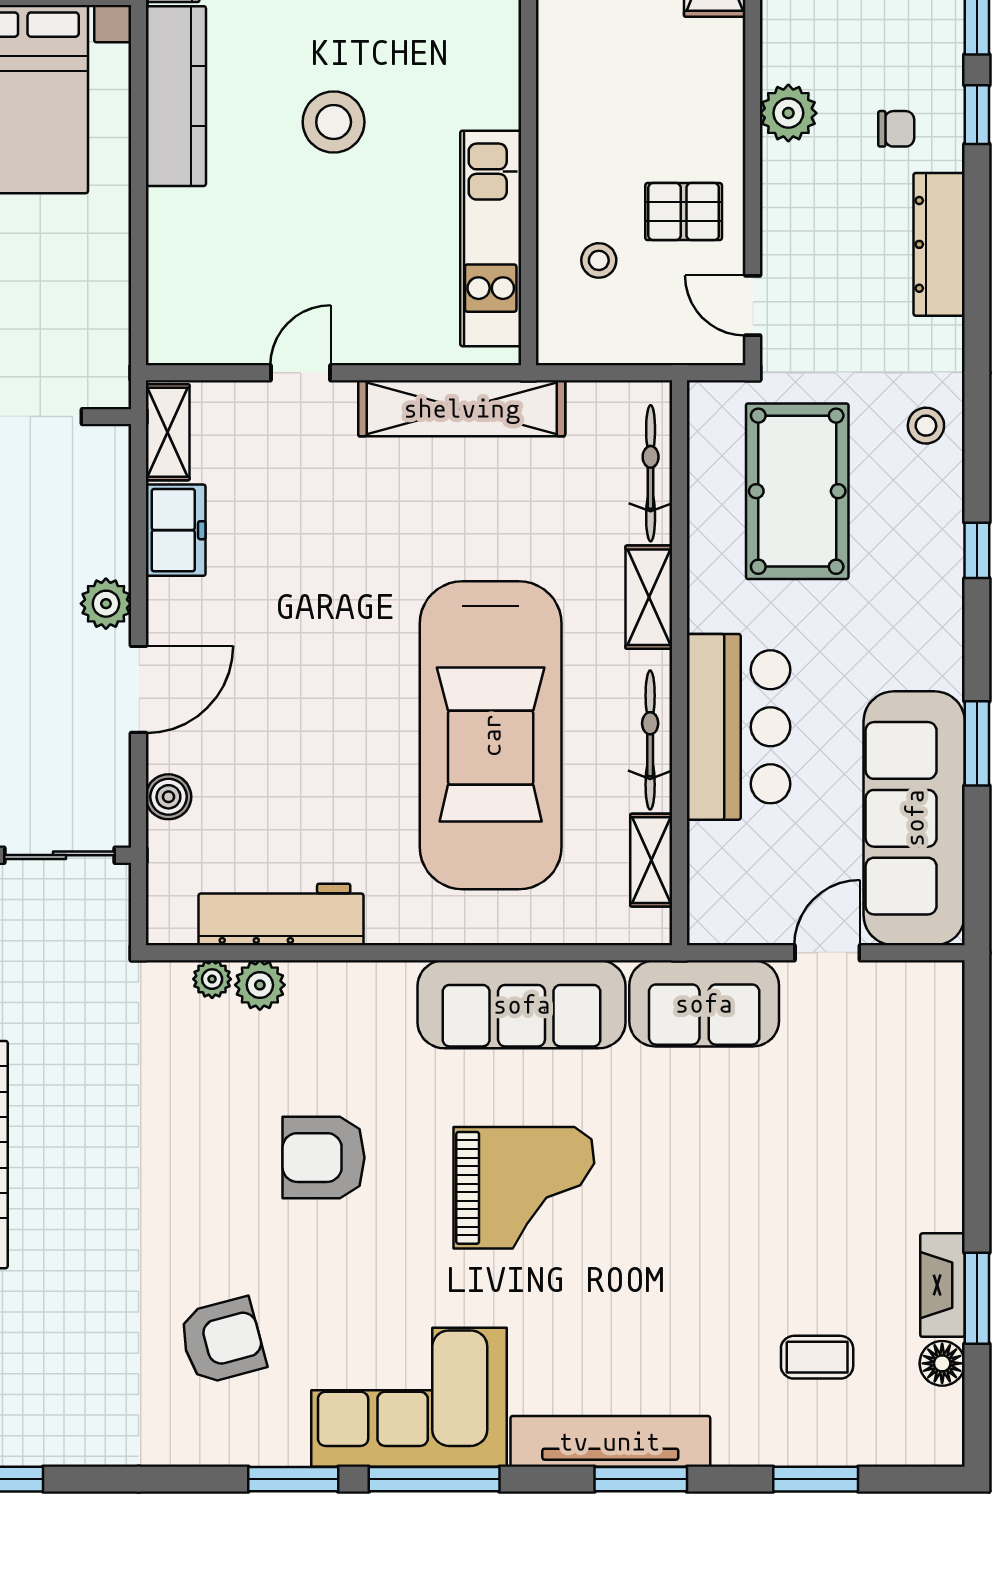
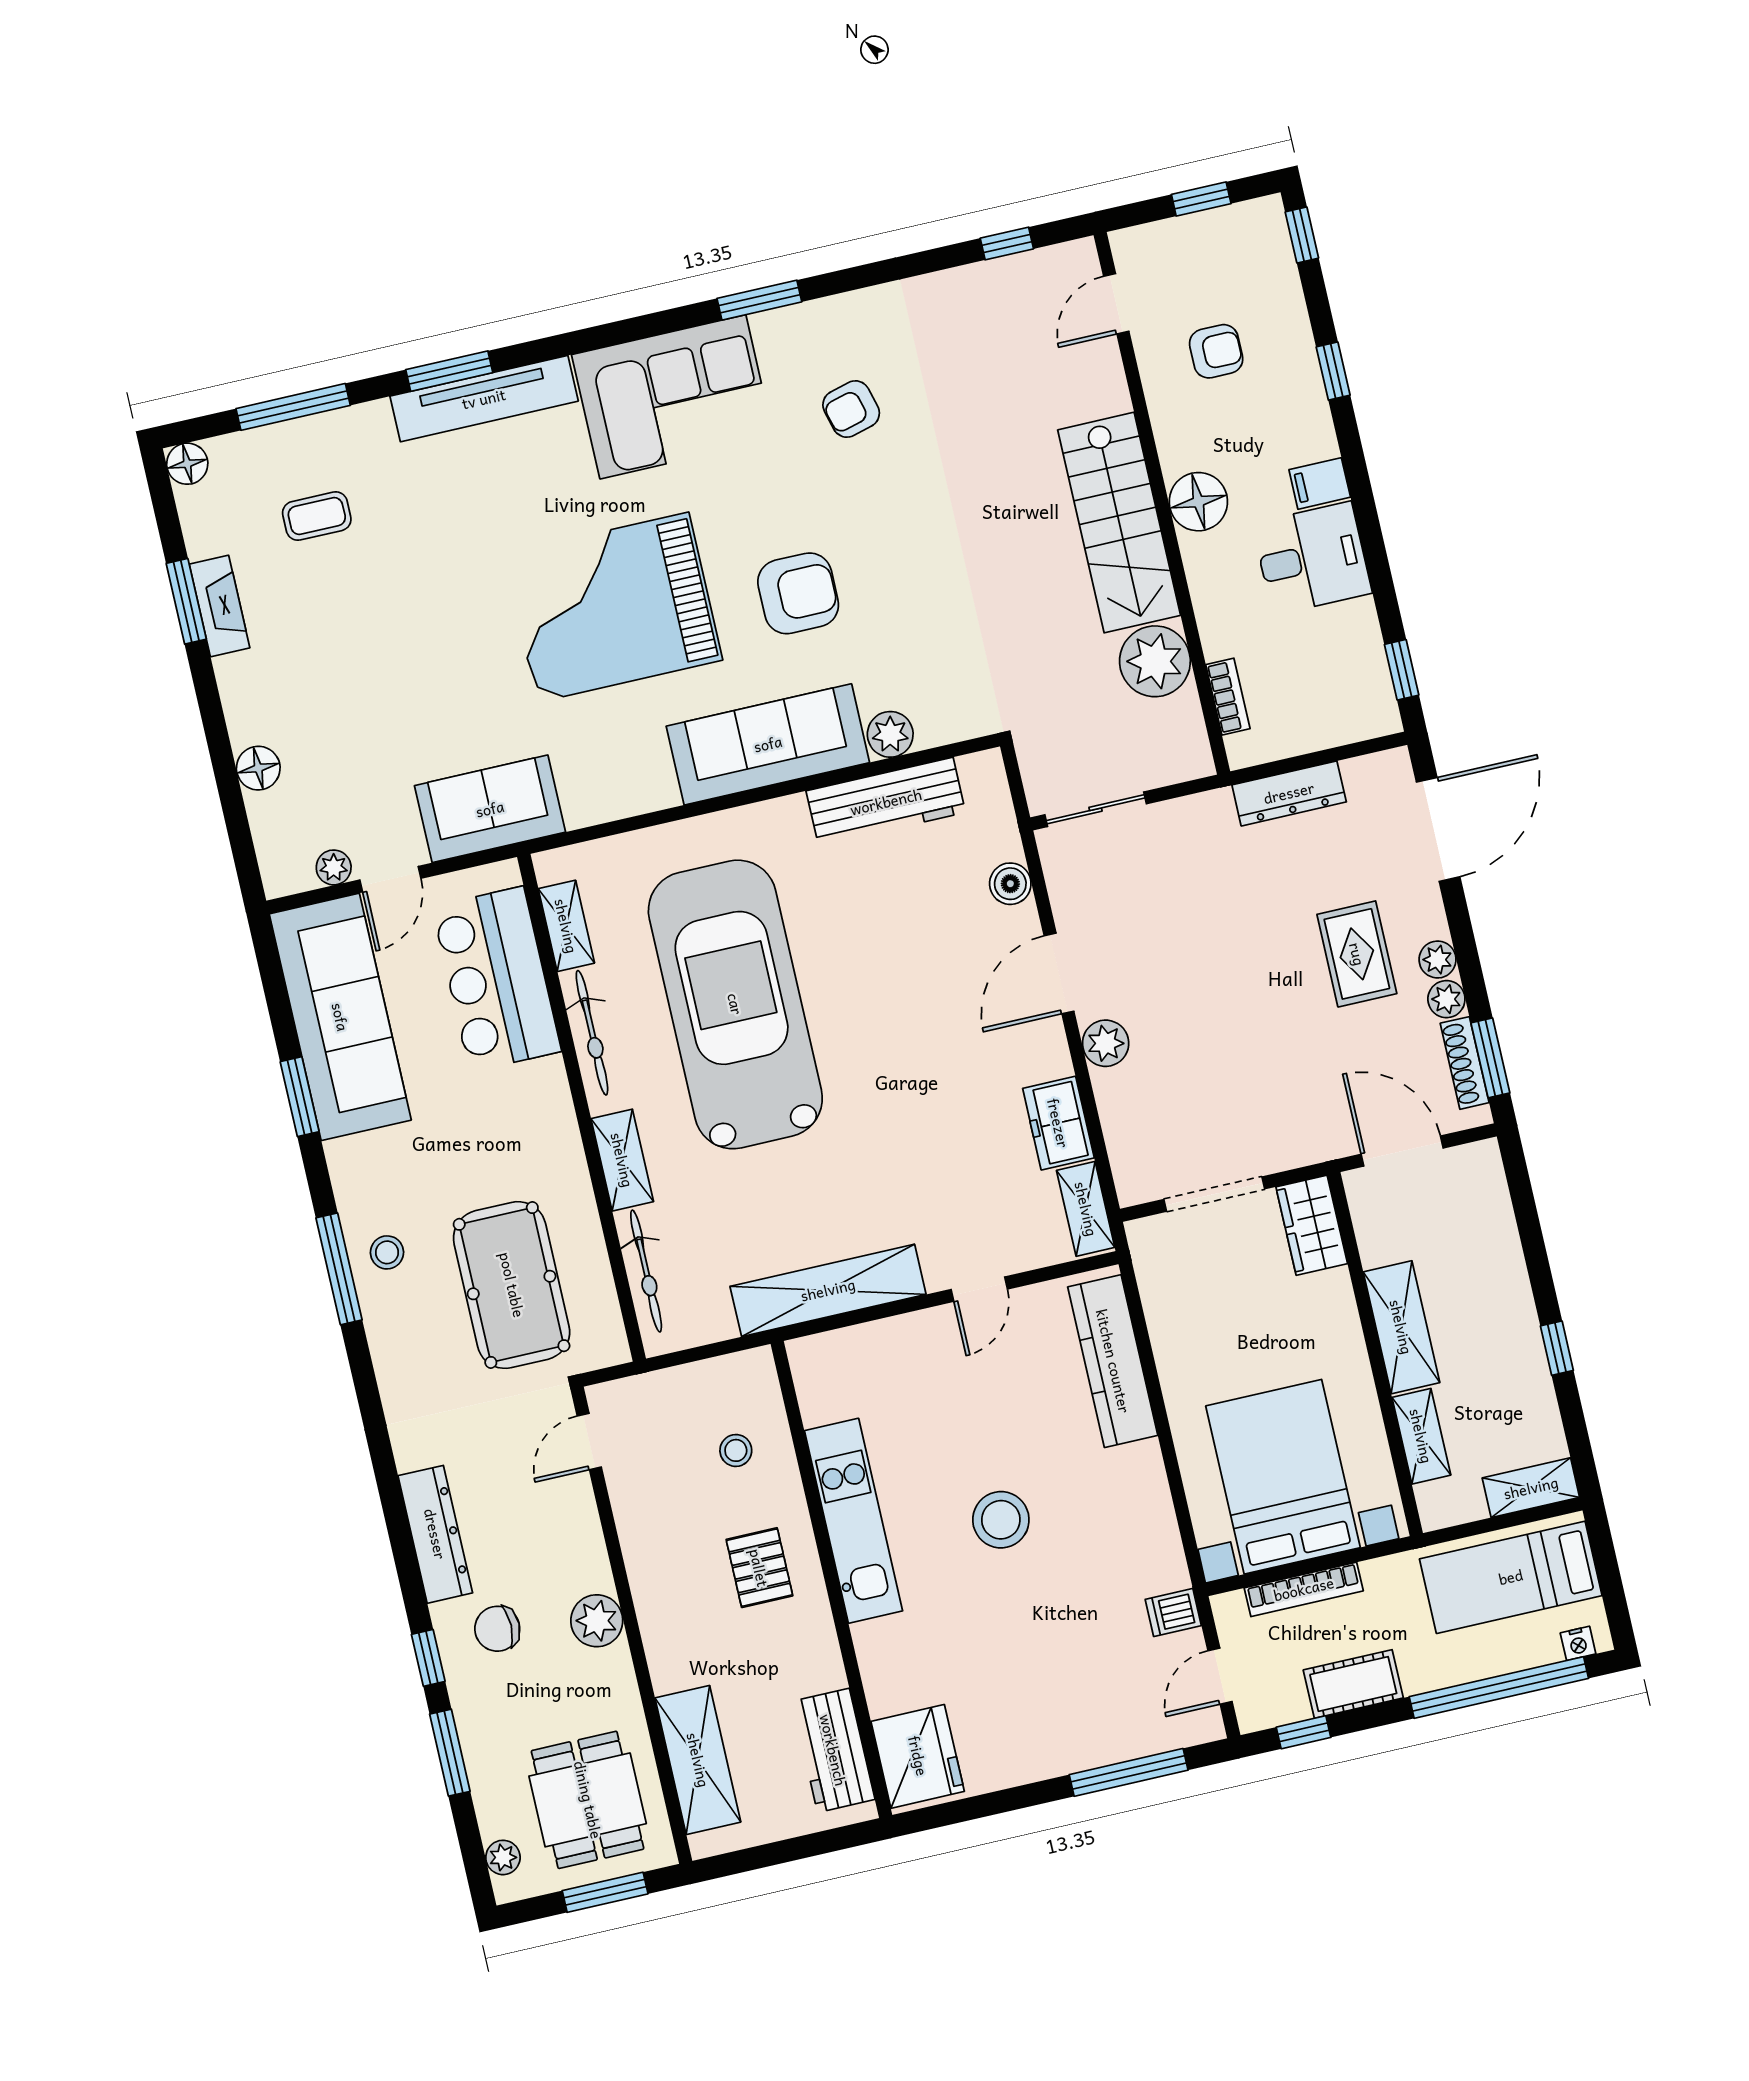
kitchen counter: (176, 96) -> (1113, 1361), moved
chair: (896, 129) -> (497, 1629), width x1.37, depth x1.37
pallet: (684, 212) -> (759, 1568), moved, turned 90
kitchen unit: (491, 238) -> (853, 1521), moved
door: (753, 306) -> (589, 1442), swing flipped
stool: (926, 426) -> (387, 1252), moved
window: (977, 550) -> (339, 1269), width x2.17
bar counter: (738, 727) -> (497, 979), moved
plant: (212, 979) -> (334, 867), moved
sofa: (522, 1004) -> (768, 744), moved
floor lamp: (941, 1103) -> (258, 768), added
grand piano: (524, 1188) -> (613, 607), width x1.37, depth x1.48
armchair: (222, 1341) -> (851, 409), width x0.72, depth x0.72
floor lamp: (942, 1363) -> (187, 464), moved
window: (434, 1479) -> (634, 329), removed
window: (816, 1479) -> (293, 407), width x1.44

